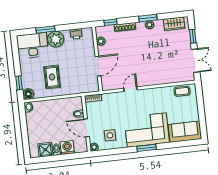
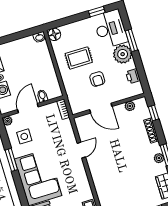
armchair: (73, 65) -> (97, 79), added
window: (19, 83) -> (97, 12), moved
door: (131, 89) -> (81, 150), hinge flipped
window: (146, 148) -> (11, 160), moved

